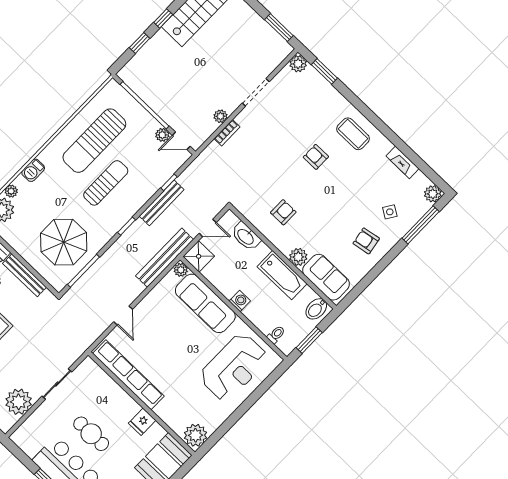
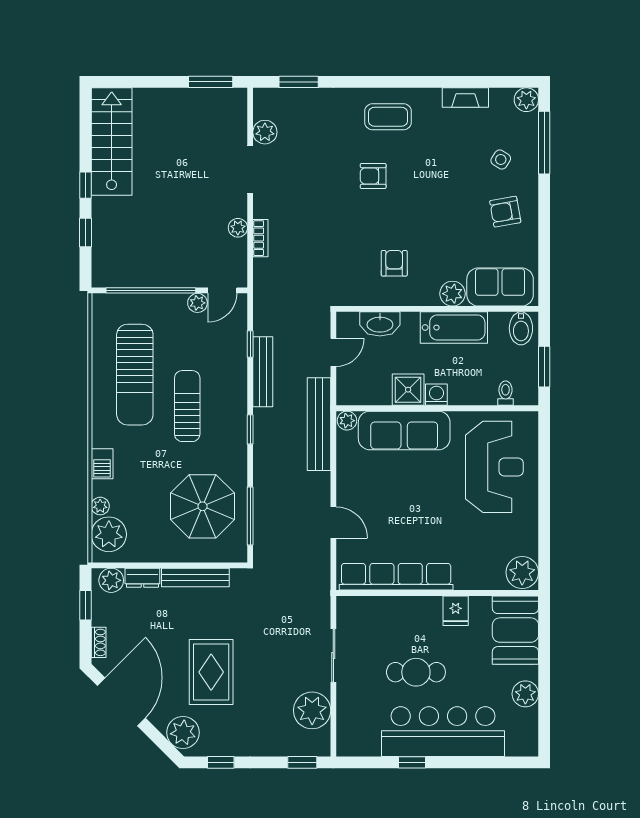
plant: (298, 64) -> (265, 132), moved
shower: (199, 256) -> (408, 390), moved

